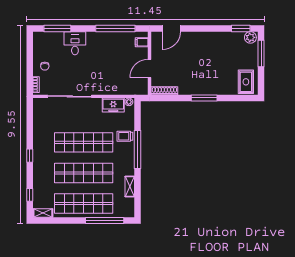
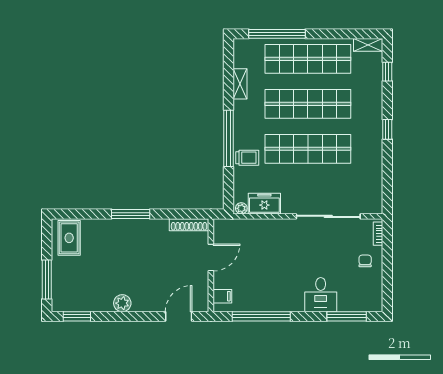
plant: (250, 37) -> (122, 303), moved

